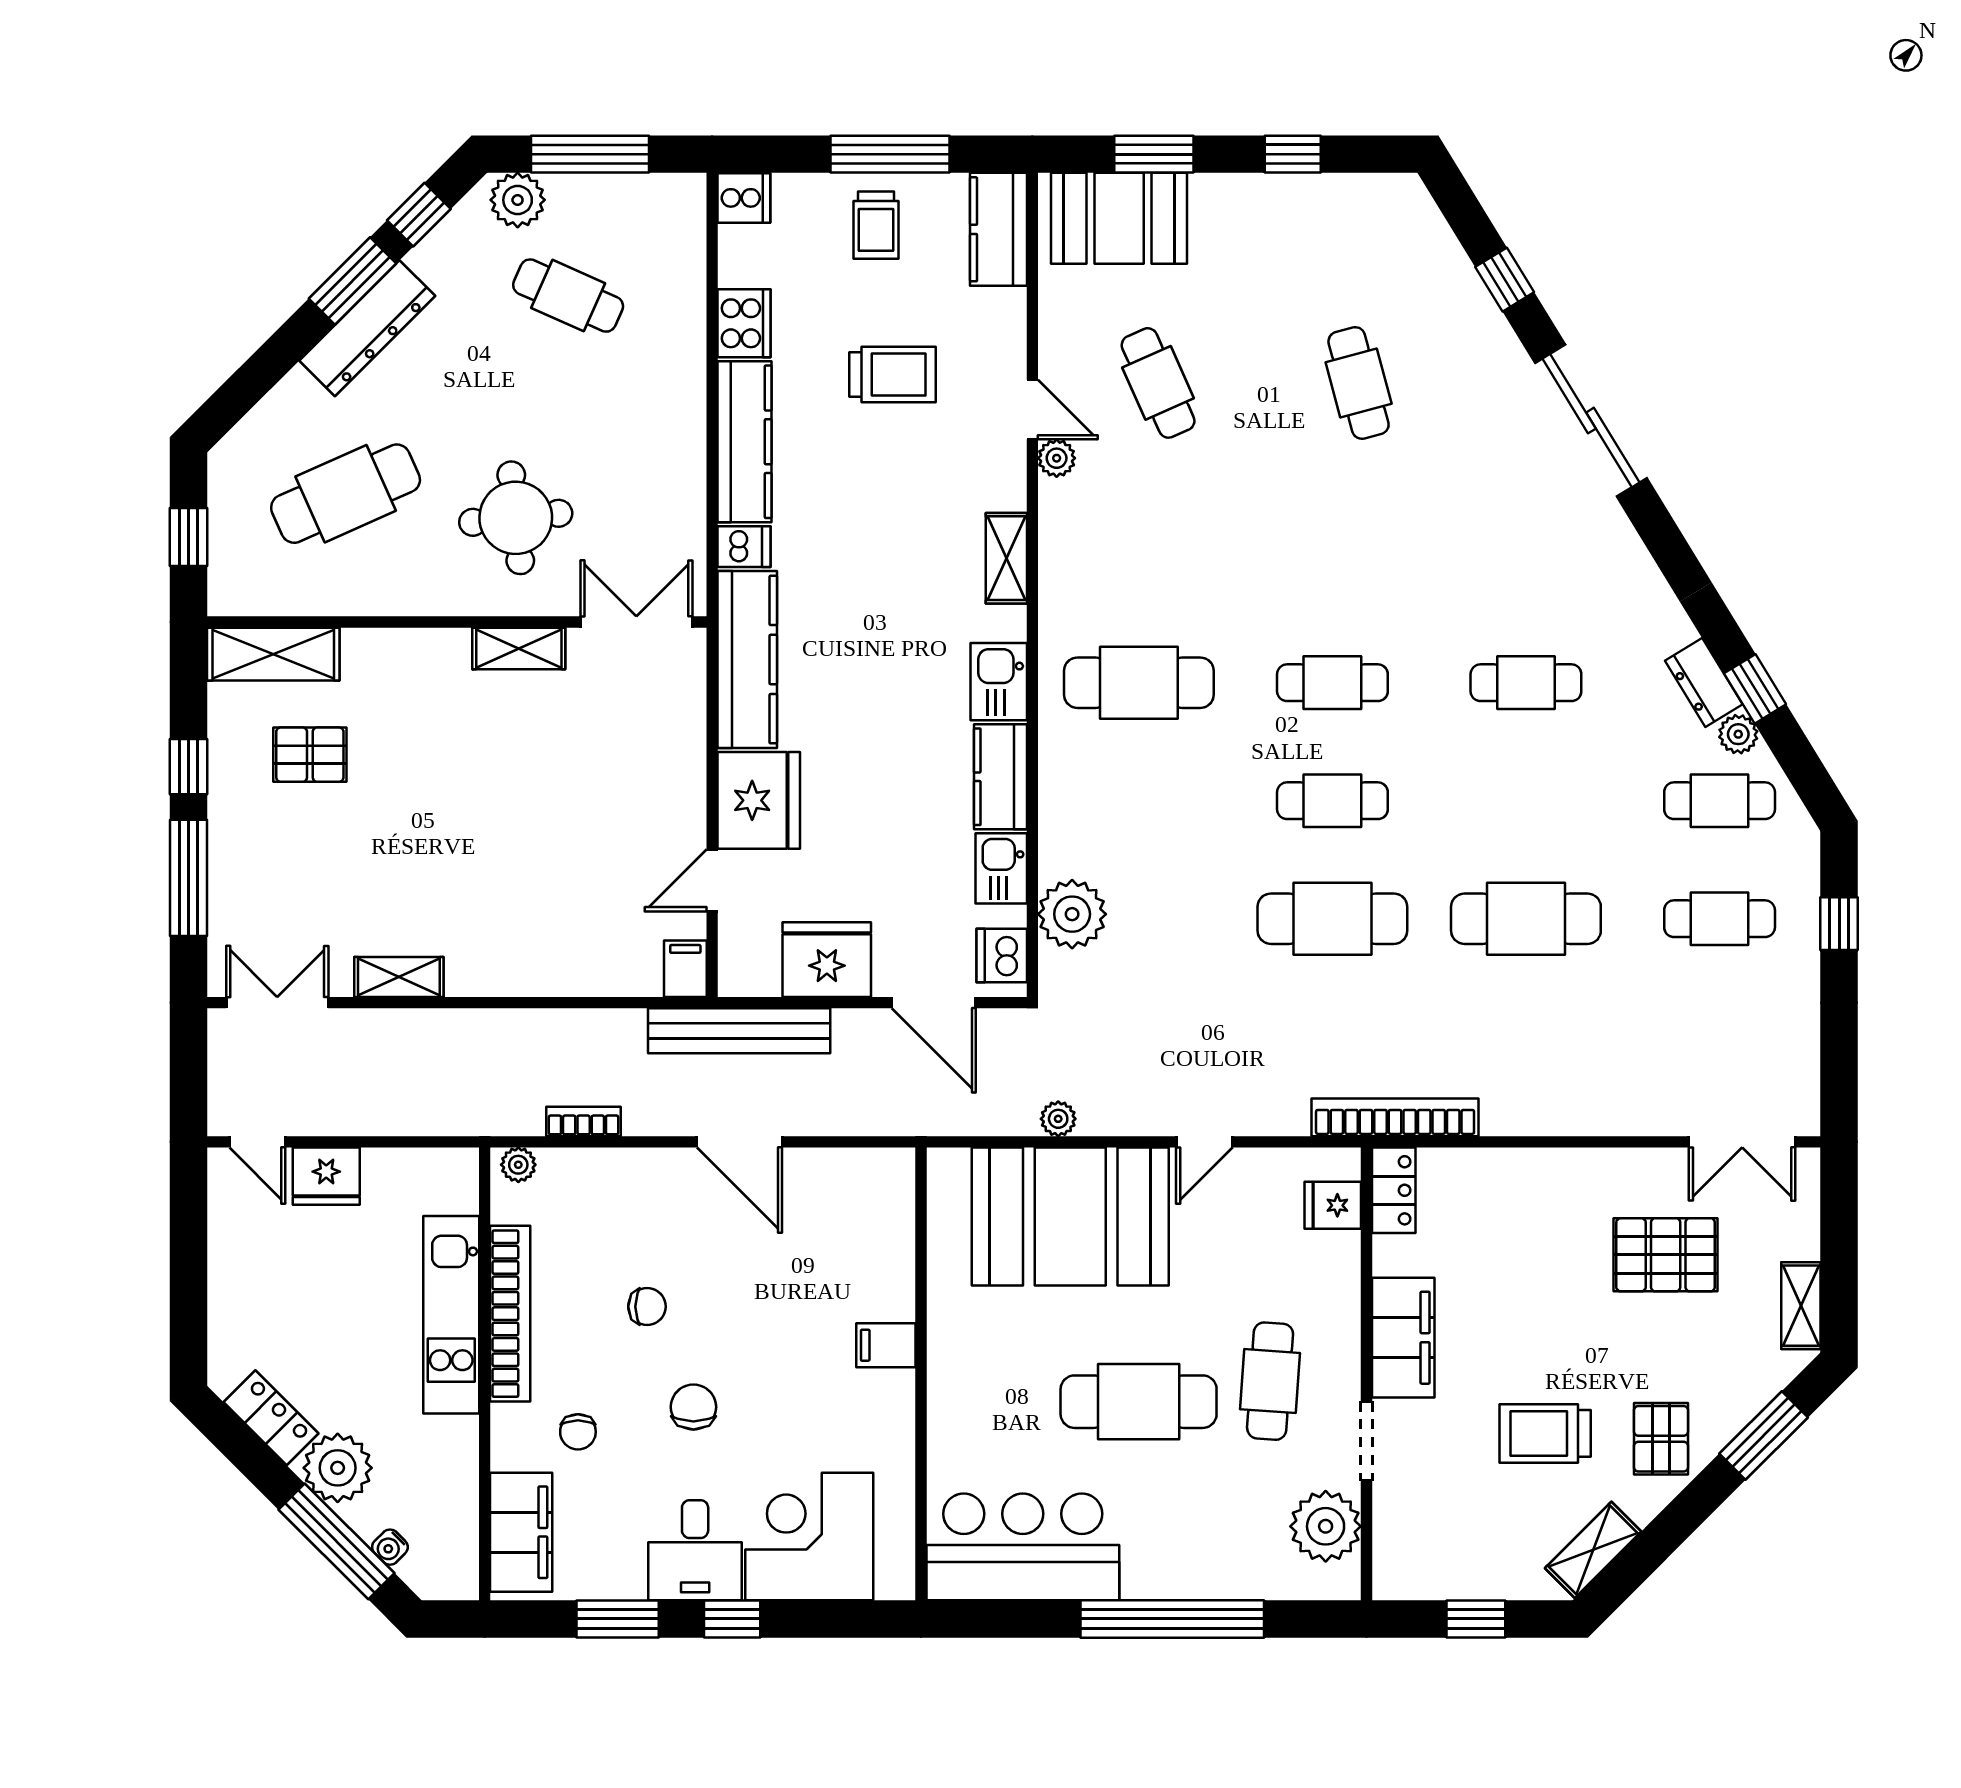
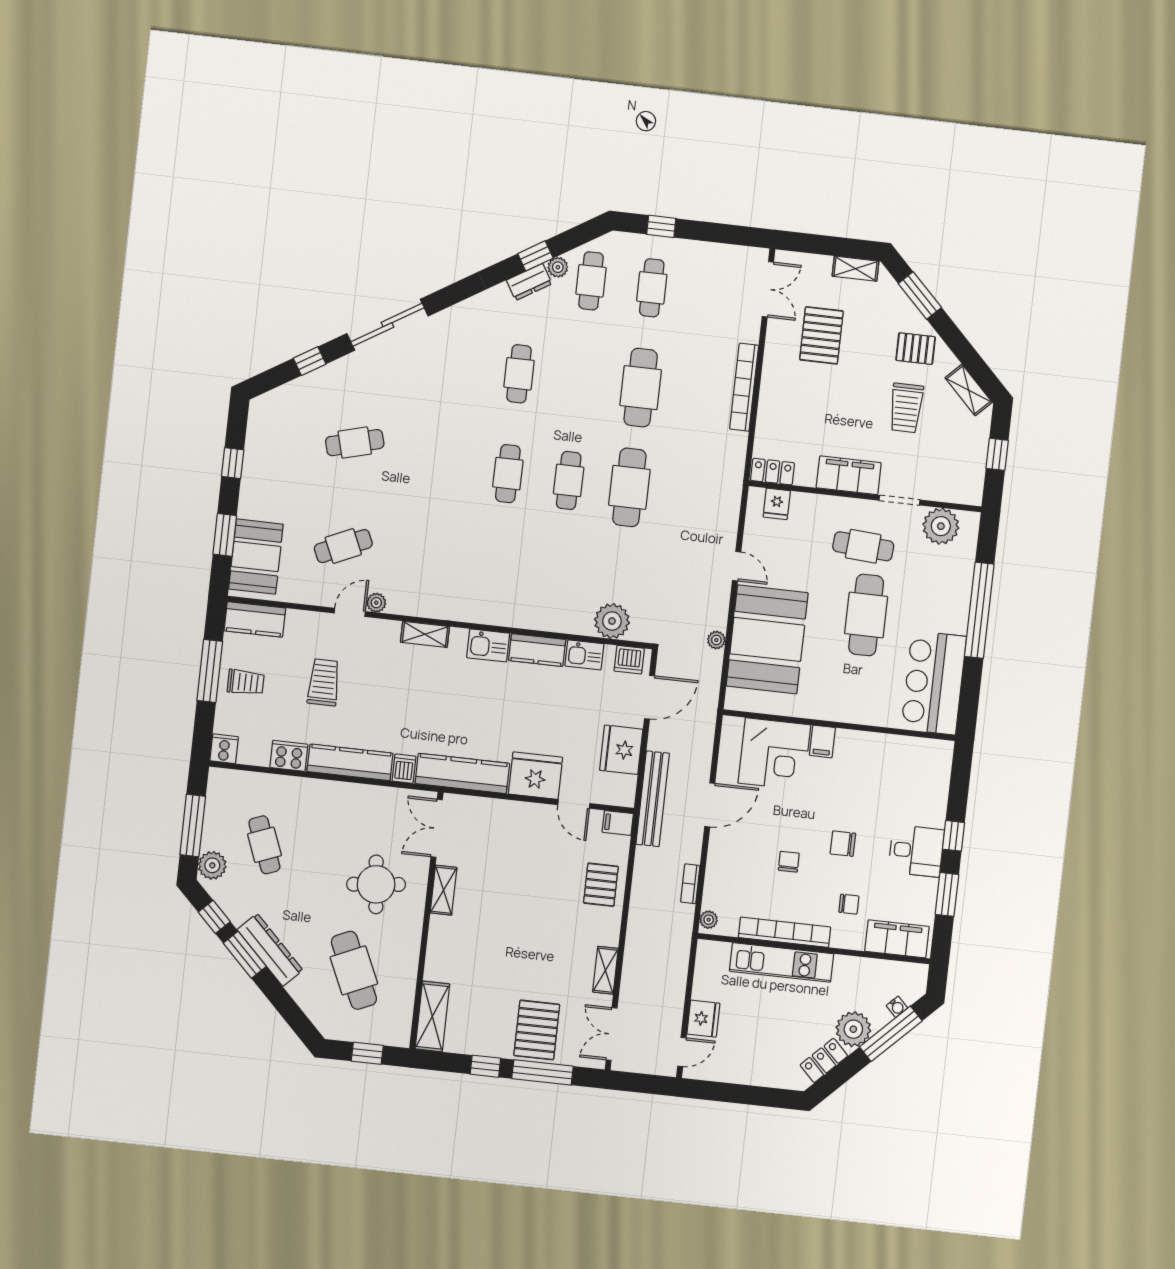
cafe table: (568, 296) -> (264, 845), turned -45
cafe table: (1139, 683) -> (497, 573), removed
pallet: (310, 755) -> (537, 1030), moved, width x1.50, depth x1.42
pallet: (563, 950) -> (601, 885), added
bookcase: (1395, 1117) -> (744, 387), moved
corner desk: (809, 1537) -> (774, 754), moved, turned -90

